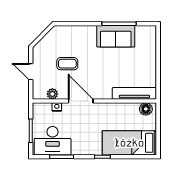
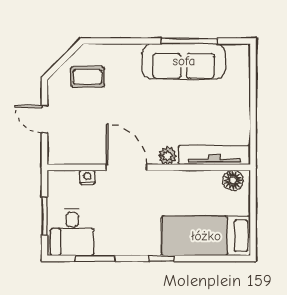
sofa: (116, 36) -> (184, 61), width x1.36
coffee table: (67, 64) -> (87, 77), moved
plant: (52, 94) -> (167, 156), moved
desk: (53, 141) -> (72, 232), width x0.73

